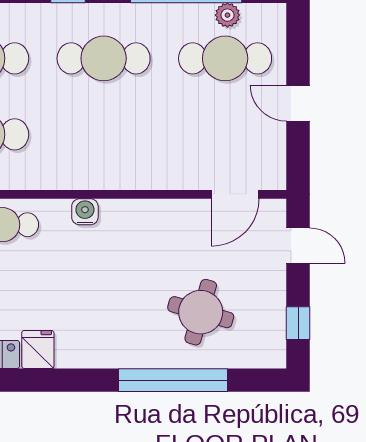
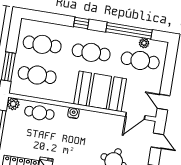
door: (298, 103) -> (164, 102), moved
booth: (141, 149) -> (100, 91), added

